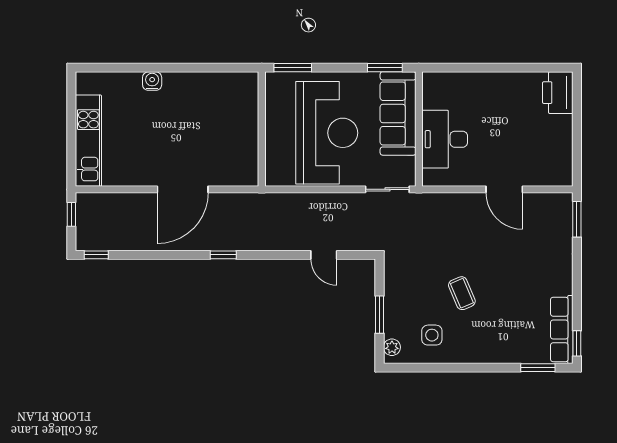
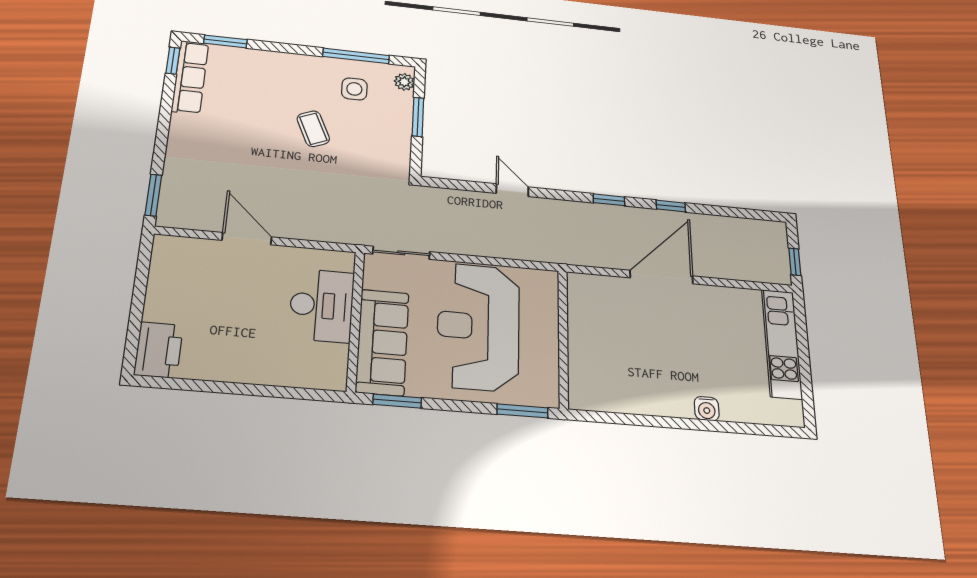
window: (96, 255) -> (671, 206), moved
door: (324, 255) -> (512, 190), moved
window: (432, 368) -> (356, 56), added

